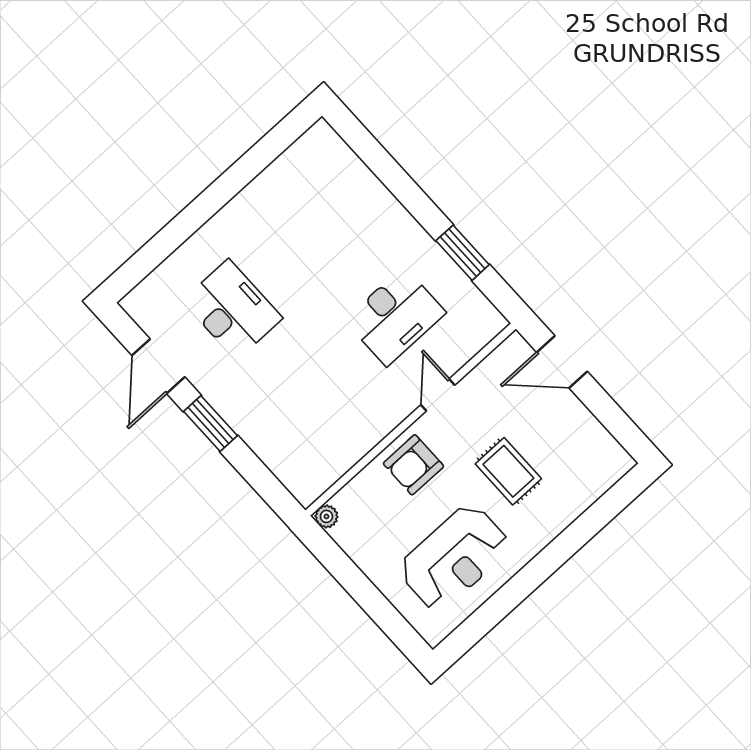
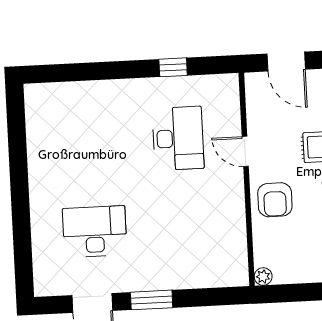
window: (463, 253) -> (173, 67), width x0.67
door: (562, 362) -> (286, 62), hinge flipped

